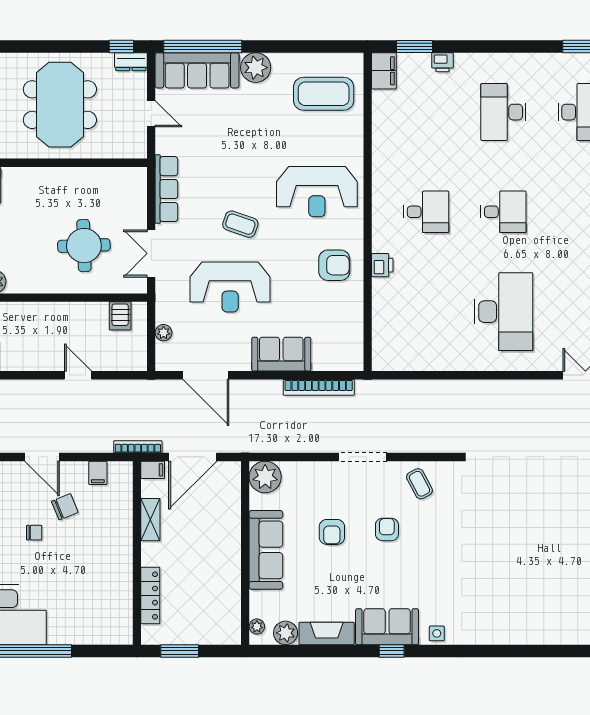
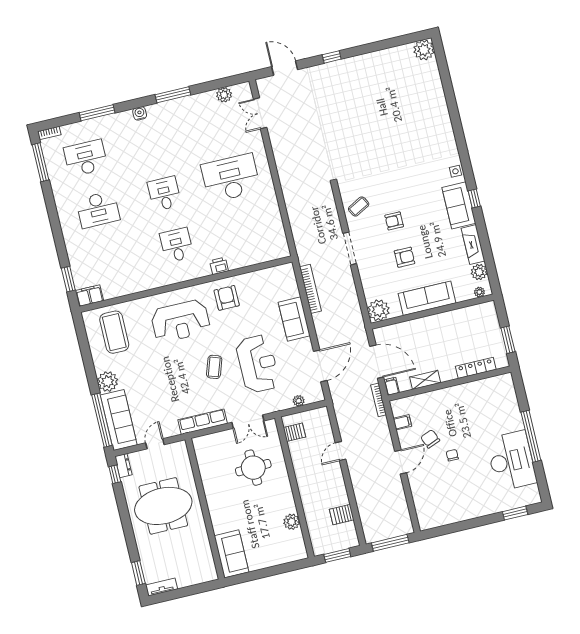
printer: (443, 62) -> (74, 258), removed
reception desk: (317, 192) -> (180, 321), turned 90

